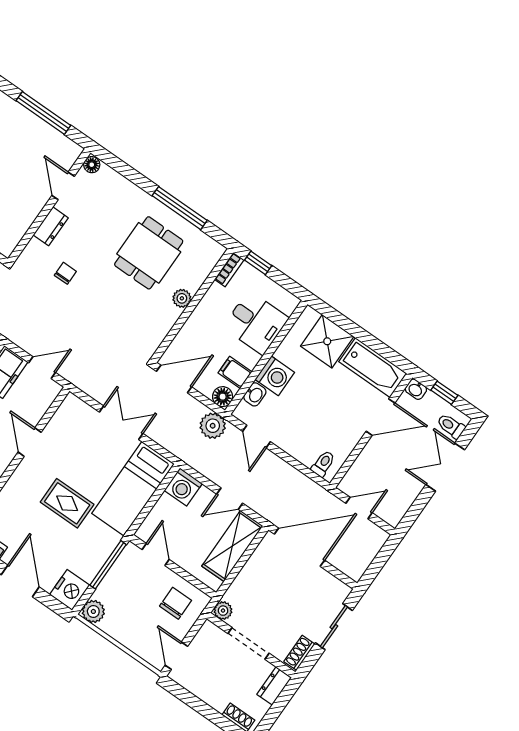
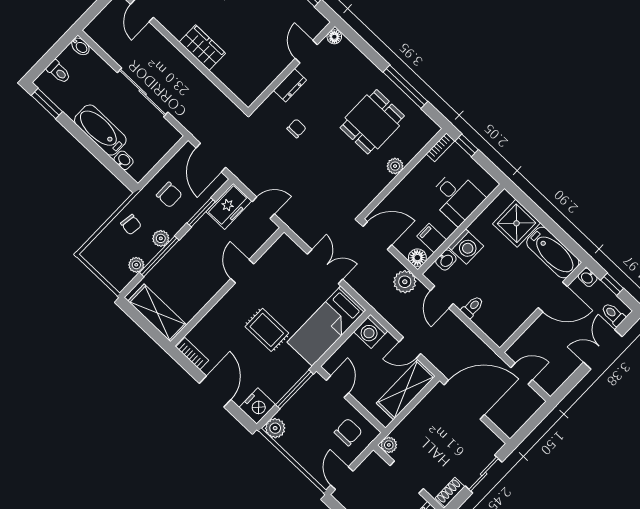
toilet: (323, 464) -> (472, 307), moved

